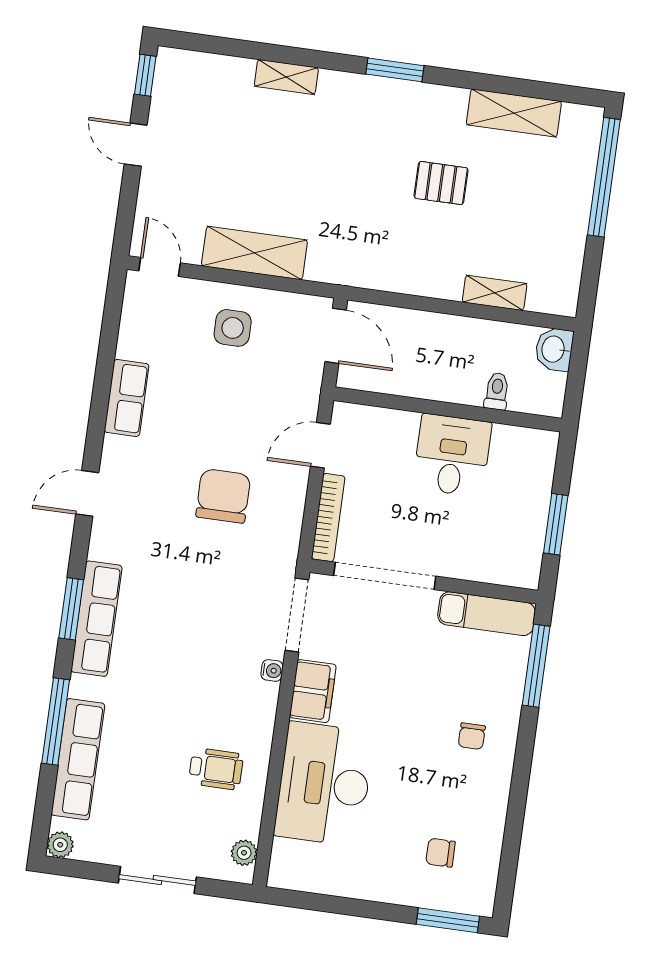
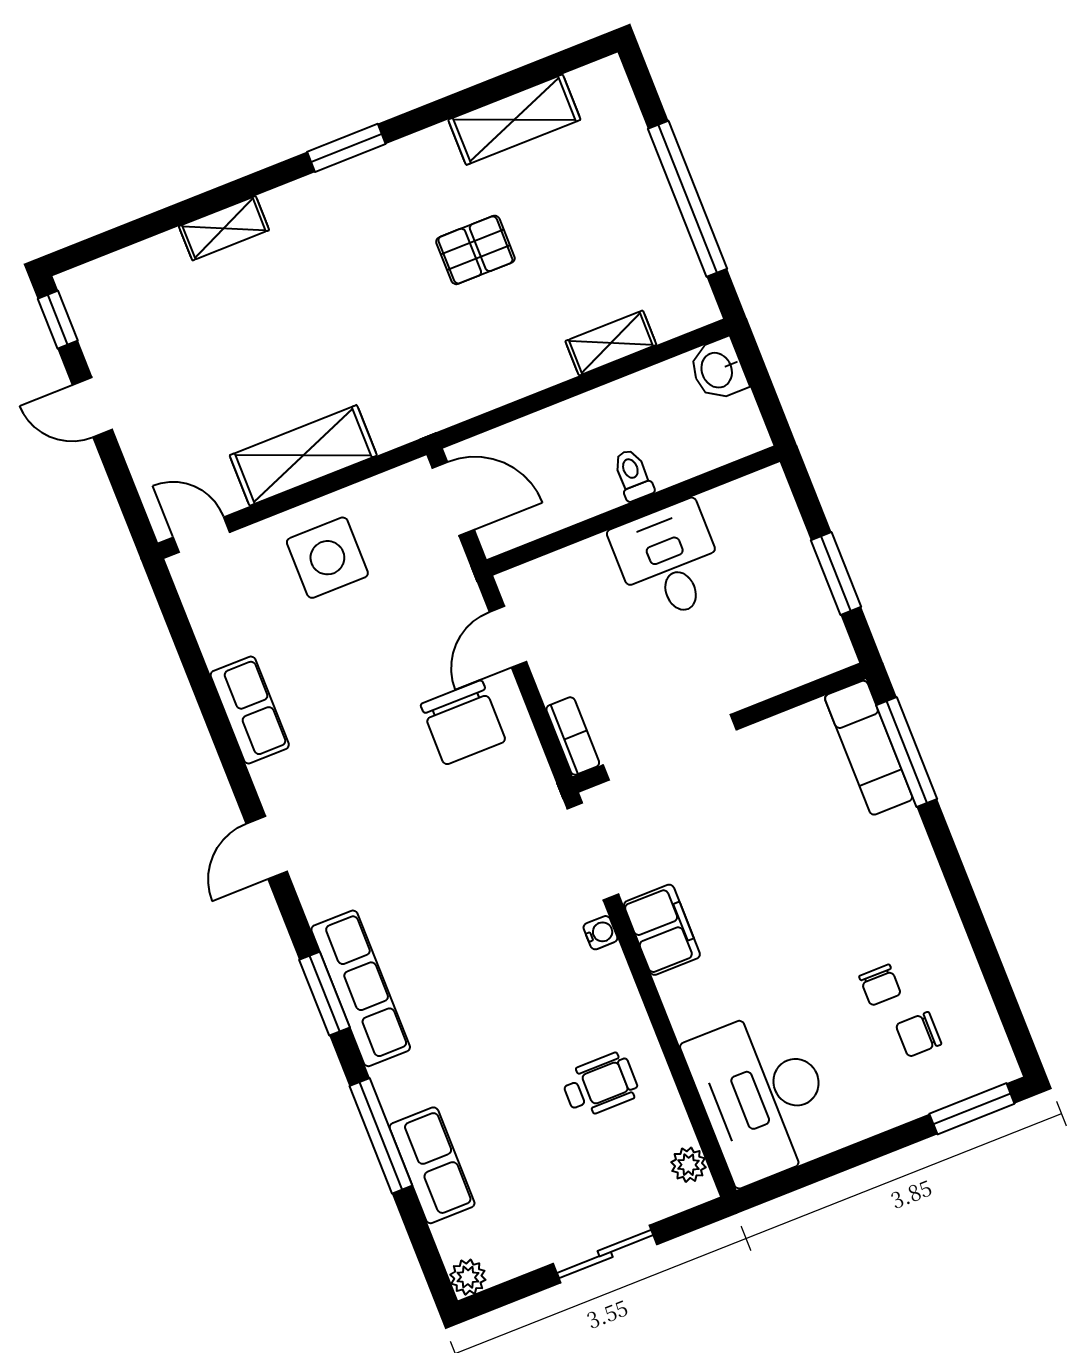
window: (604, 177) -> (688, 199), moved
side table: (233, 328) -> (327, 558), width x1.37, depth x1.37
toilet: (497, 391) -> (633, 475), moved
chair: (223, 496) -> (463, 723), moved, turned 180
bookcase: (328, 518) -> (573, 736), width x0.64
exam couch: (487, 614) -> (869, 748), moved, turned 90
chair: (472, 736) -> (880, 985), moved
row of seats: (78, 759) -> (432, 1165), width x0.68
desk: (324, 784) -> (762, 1096), moved

